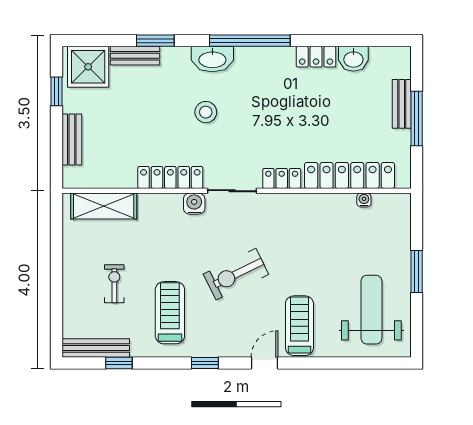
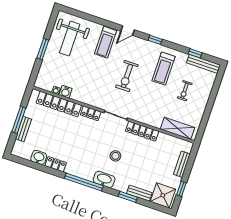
water cooler: (194, 204) -> (66, 92), moved
exercise bike: (236, 274) -> (127, 76), turned 116

